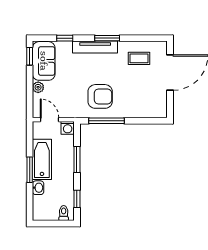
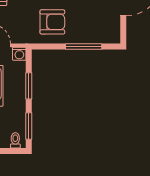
window: (107, 121) -> (84, 47), moved
window: (77, 199) -> (29, 126), width x1.50

